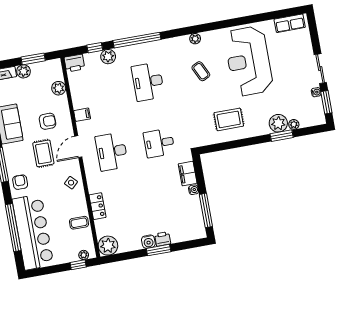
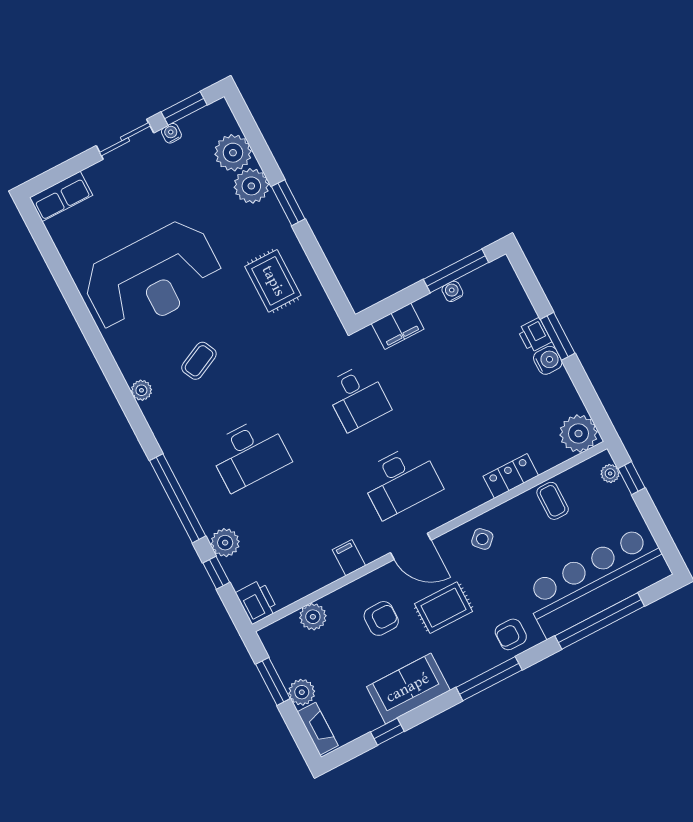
row of seats: (290, 23) -> (61, 196), moved, turned 90
armchair: (47, 121) -> (381, 618), turned 90
plant: (294, 124) -> (233, 153), width x1.88, depth x1.88
window: (282, 136) -> (288, 203), moved
water cooler: (194, 190) -> (452, 291), moved

